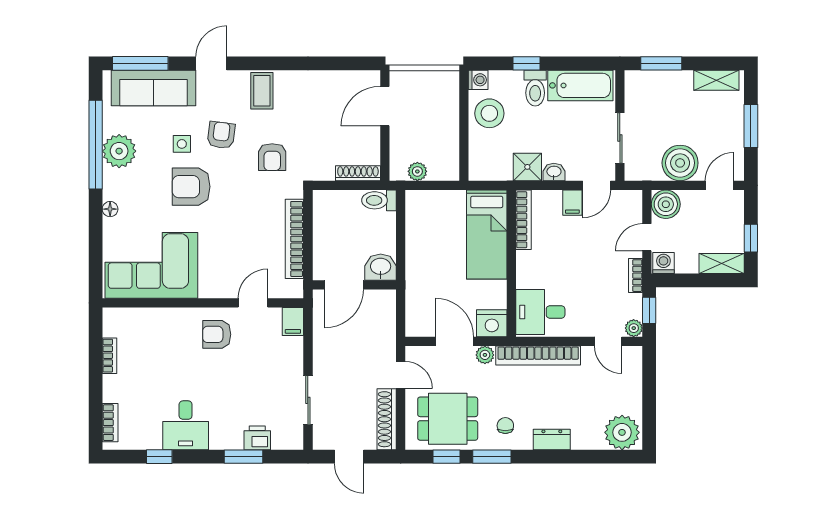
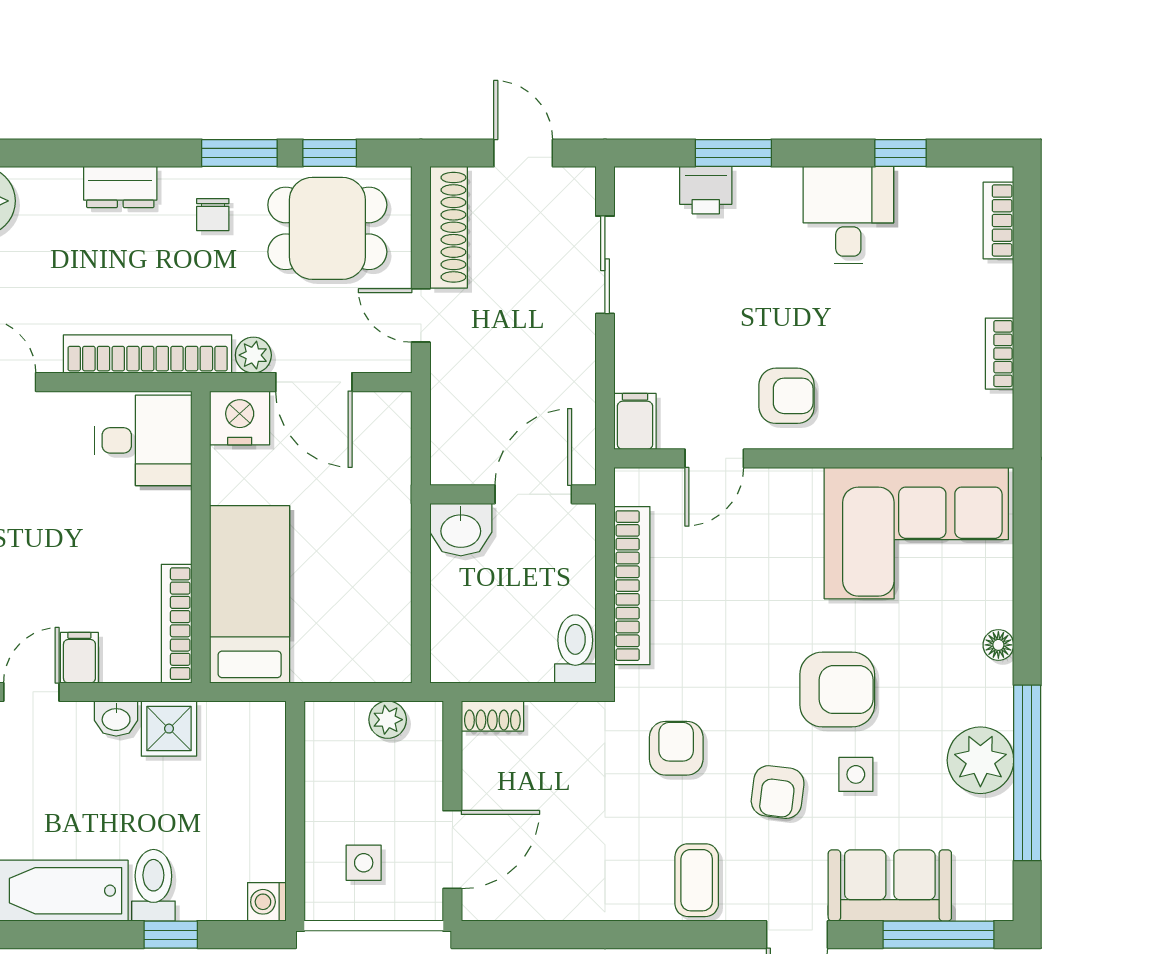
sofa: (154, 88) -> (890, 885), width x0.73
side table: (429, 99) -> (364, 863), added
stool: (489, 113) -> (244, 835), removed
shoe rack: (358, 173) -> (492, 716), width x0.70
toilet: (379, 200) -> (575, 649), moved, turned -90

